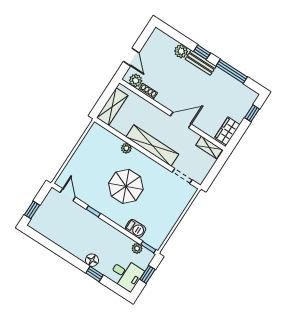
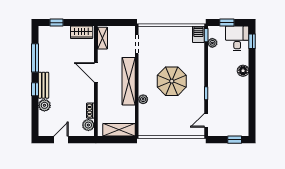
door: (131, 57) -> (61, 140), moved
barbecue: (136, 229) -> (198, 34), moved
window: (94, 274) -> (252, 41), moved

